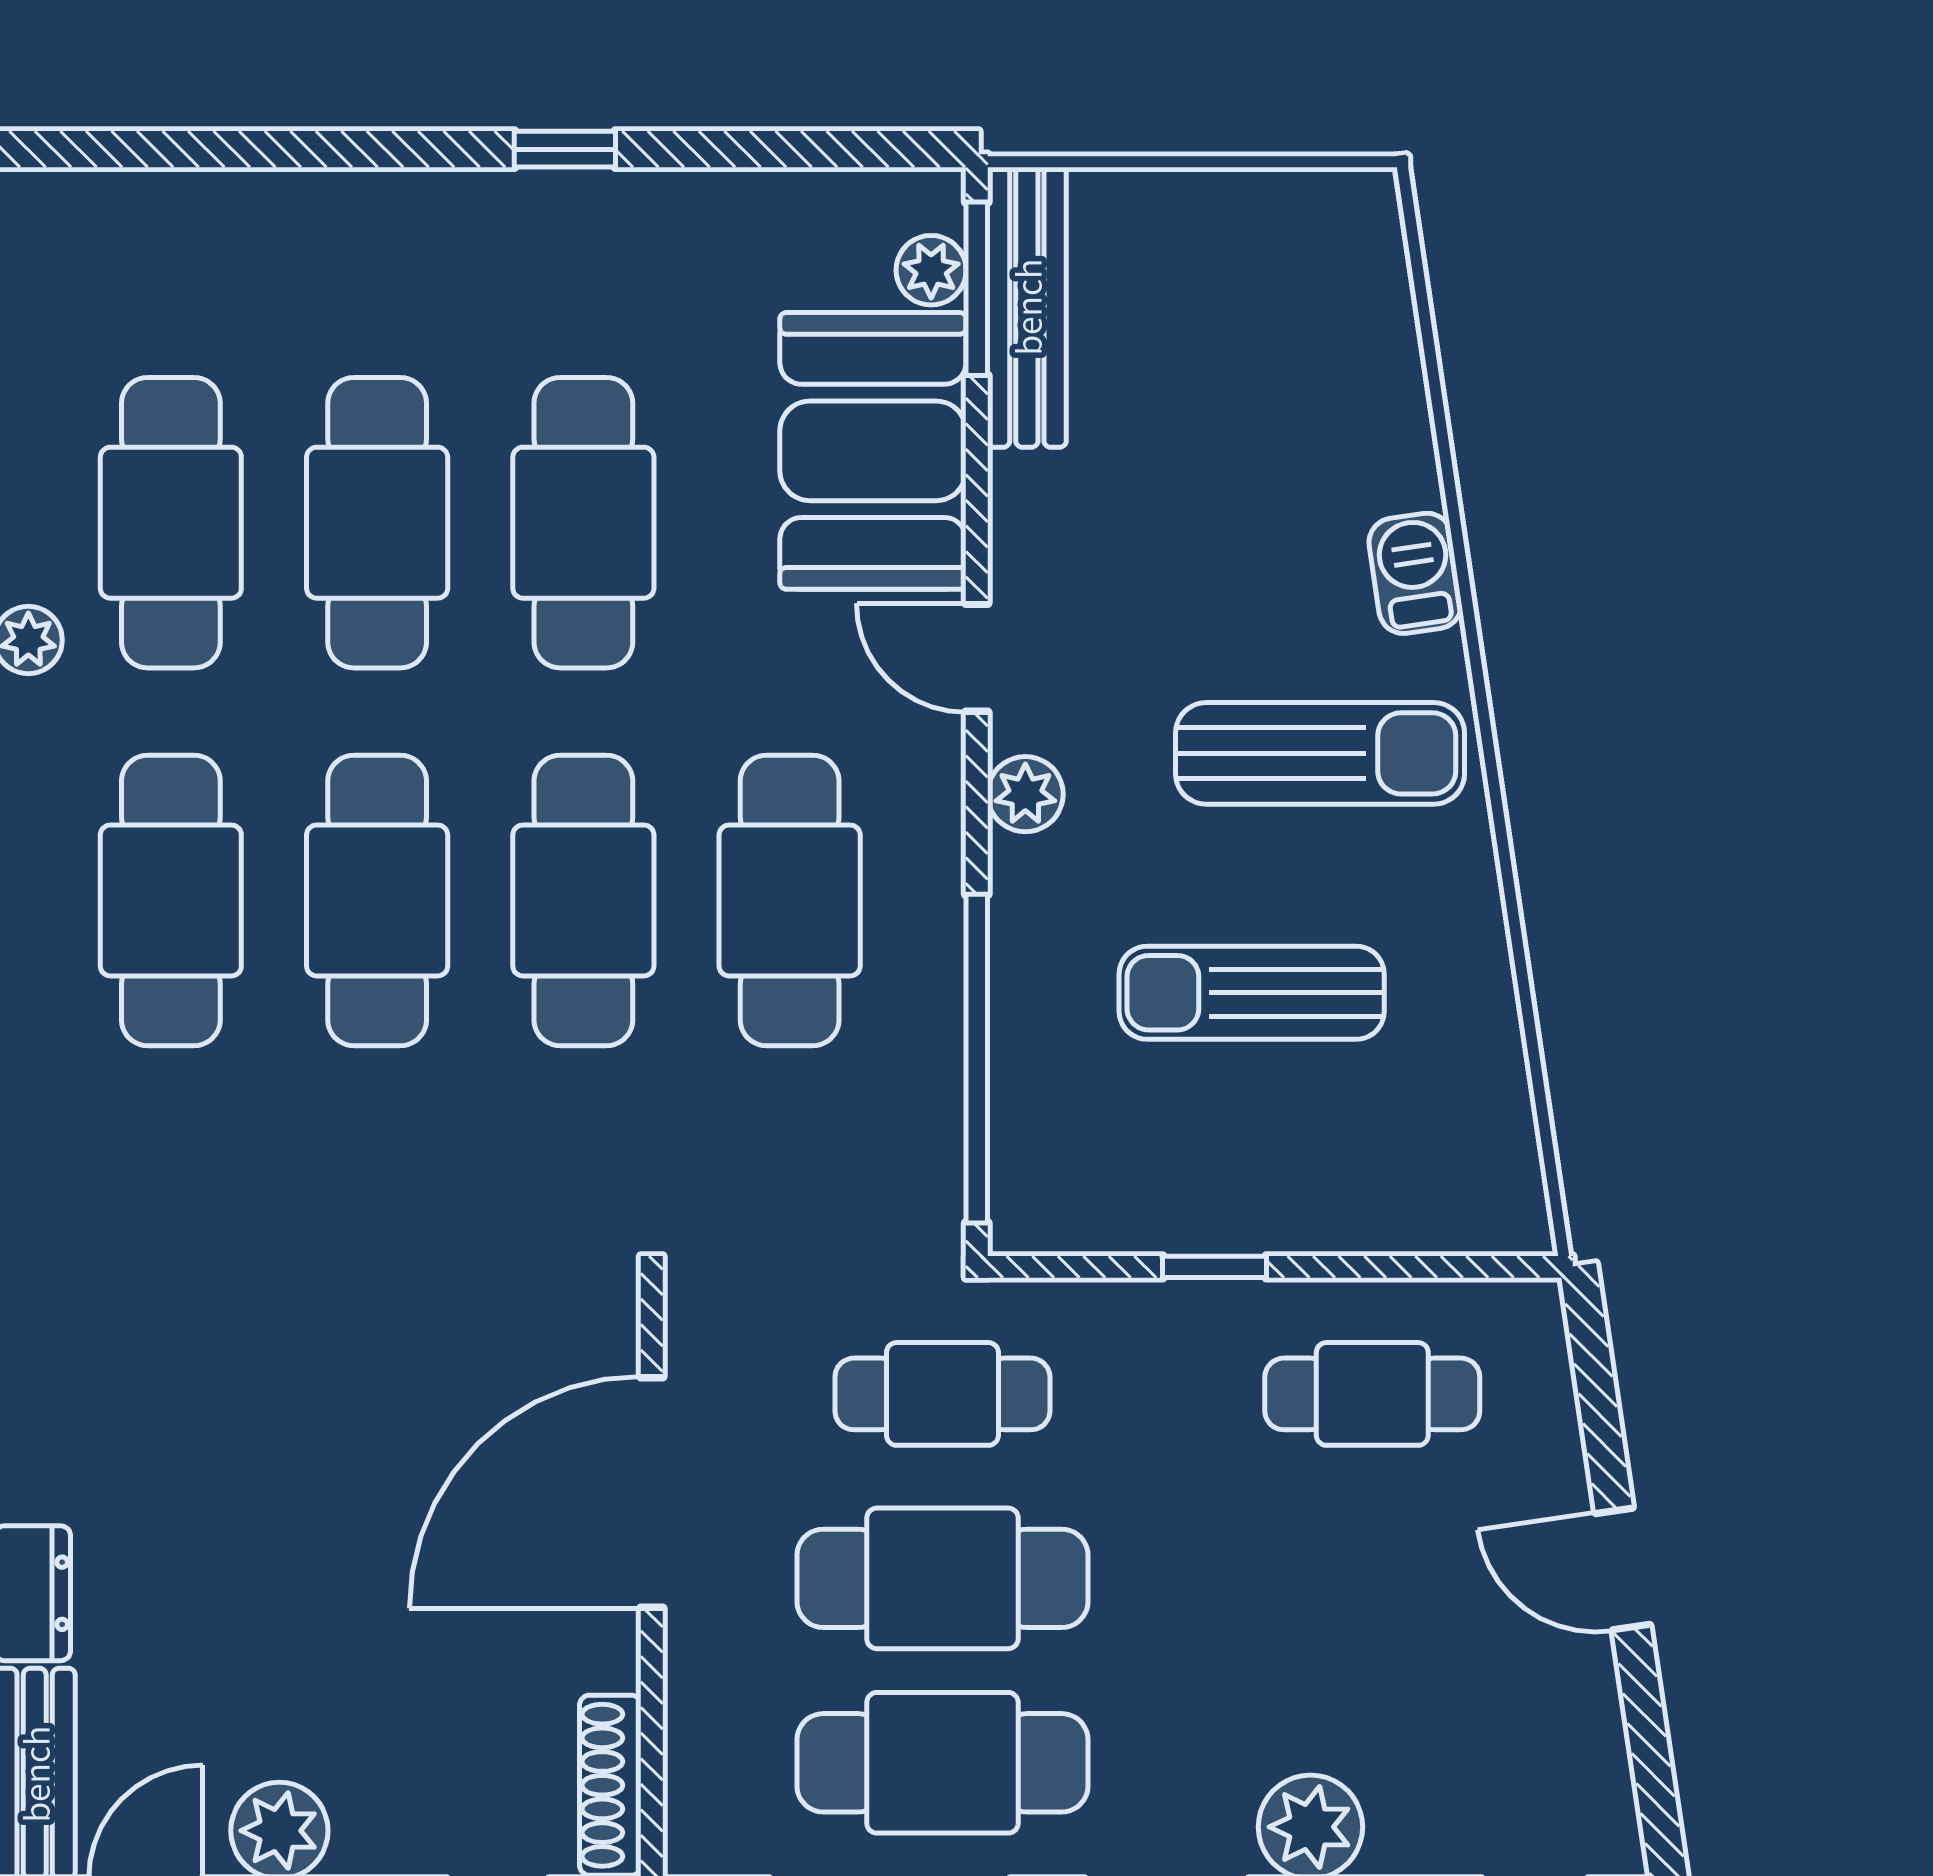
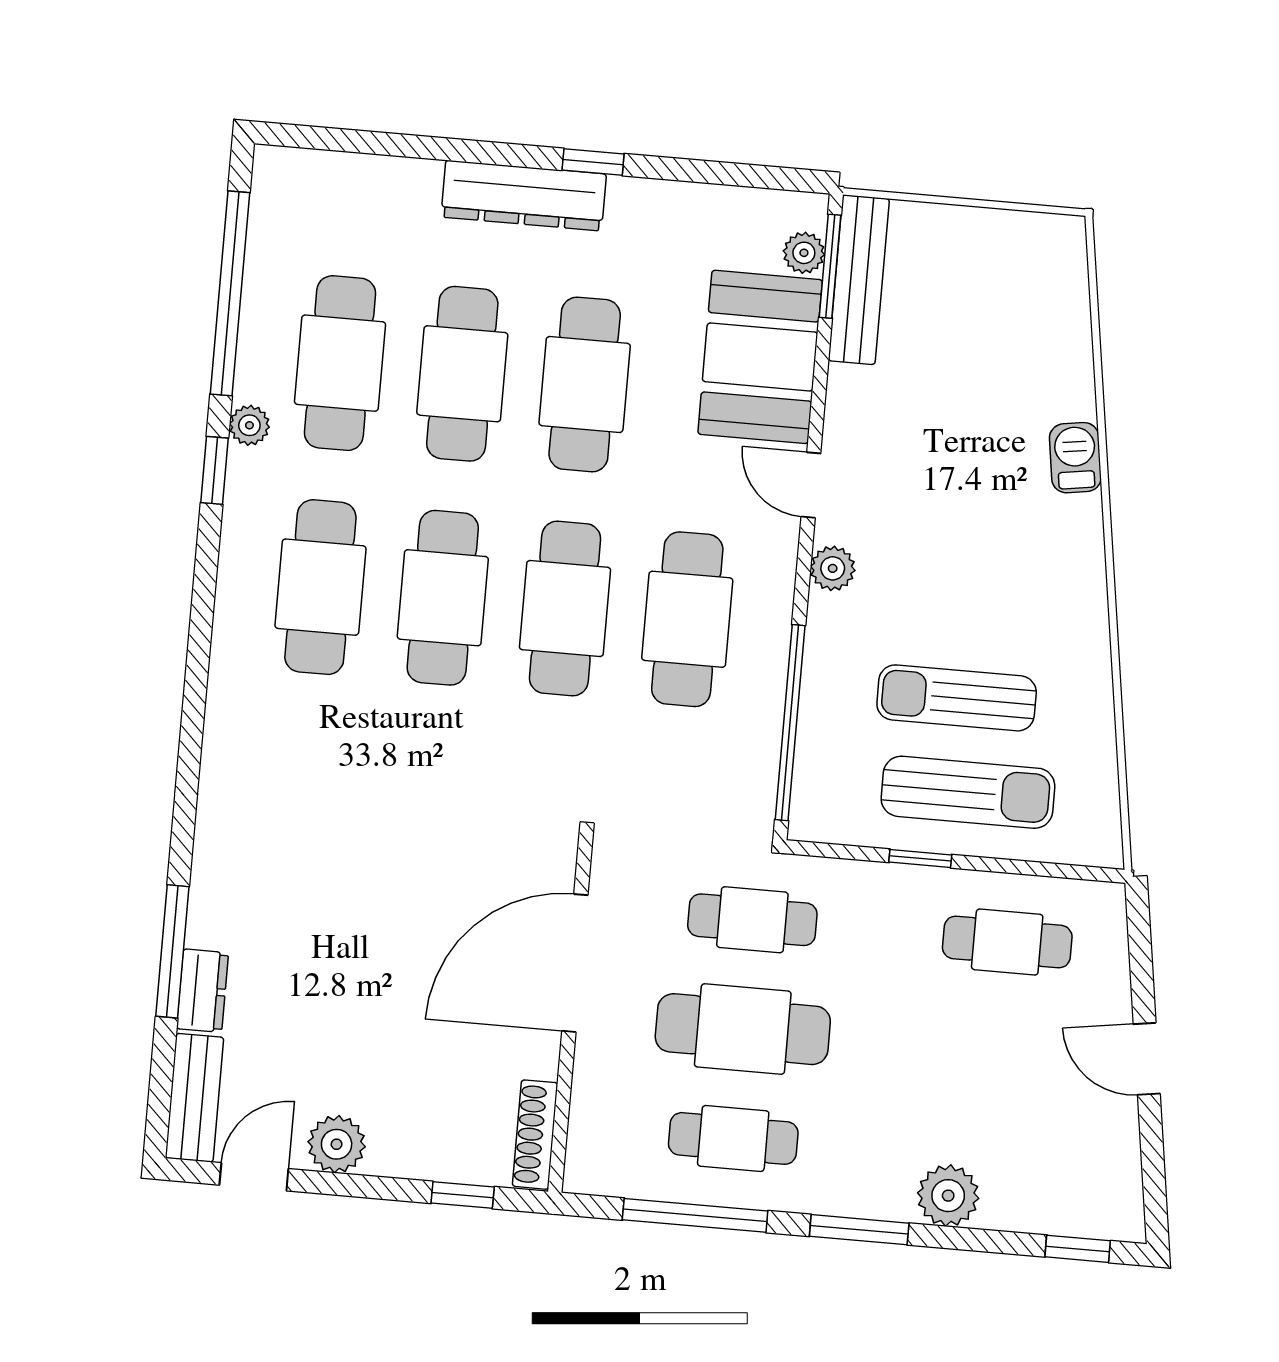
dresser: (454, 215) -> (524, 196), added
sun lounger: (1320, 753) -> (968, 792), moved
cafe table: (942, 1763) -> (733, 1138), width x0.73, depth x0.74

